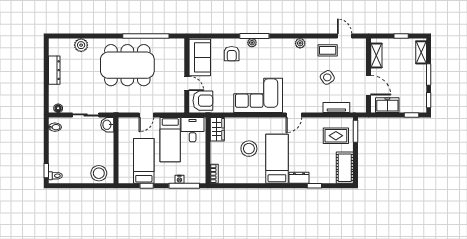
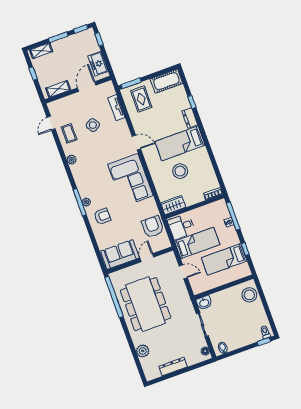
sofa: (200, 57) -> (120, 254), moved
wall: (187, 75) -> (140, 260), moved
door: (187, 83) -> (147, 258), moved

